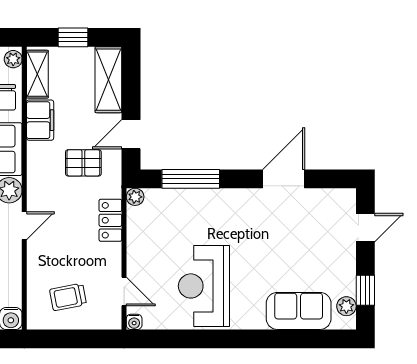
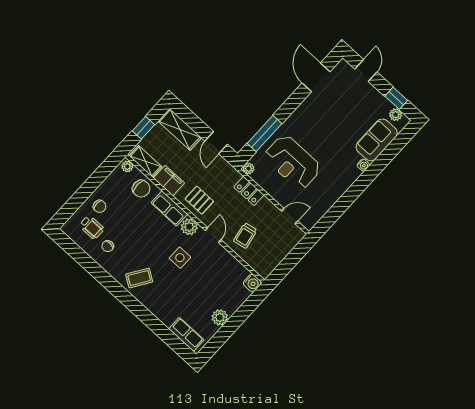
pallet: (83, 163) -> (199, 200), moved, turned 90
door: (284, 179) -> (316, 77), moved
reception desk: (204, 286) -> (292, 162), moved
trolley: (68, 297) -> (245, 236), moved
water cooler: (134, 322) -> (363, 165), moved

